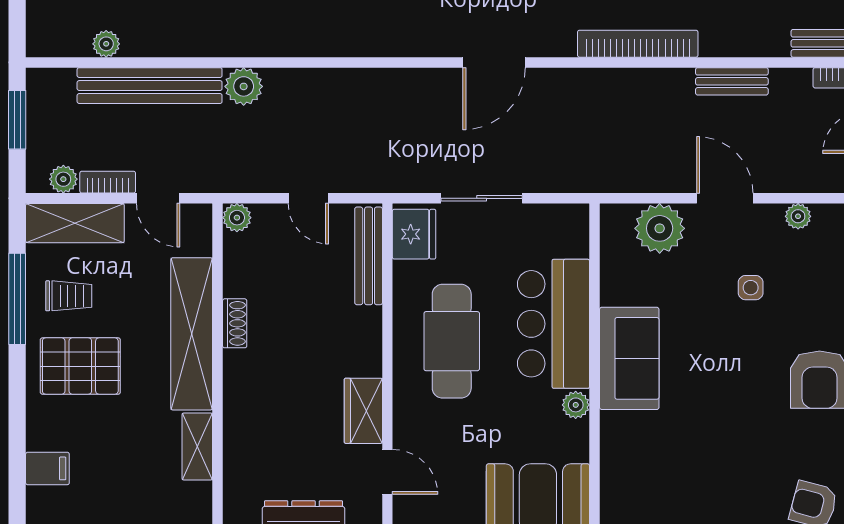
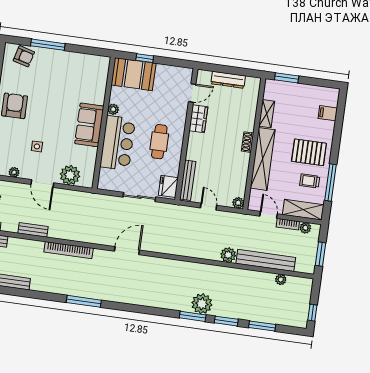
shoe rack: (235, 323) -> (248, 142), moved
cafe table: (452, 341) -> (159, 142), width x0.73, depth x0.74
door: (387, 472) -> (192, 93), swing flipped

